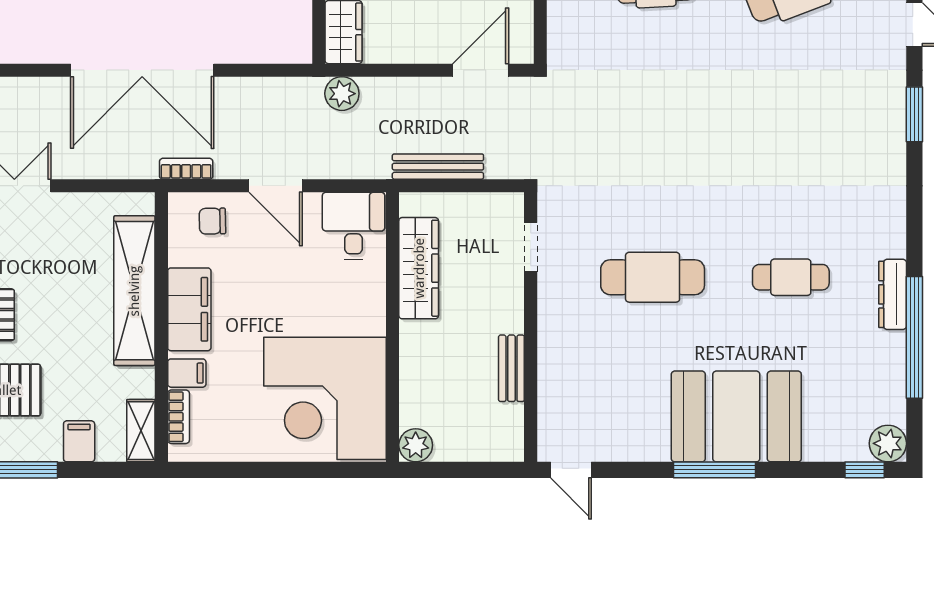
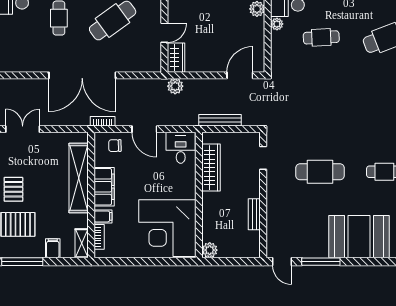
window: (714, 470) -> (321, 262), moved

